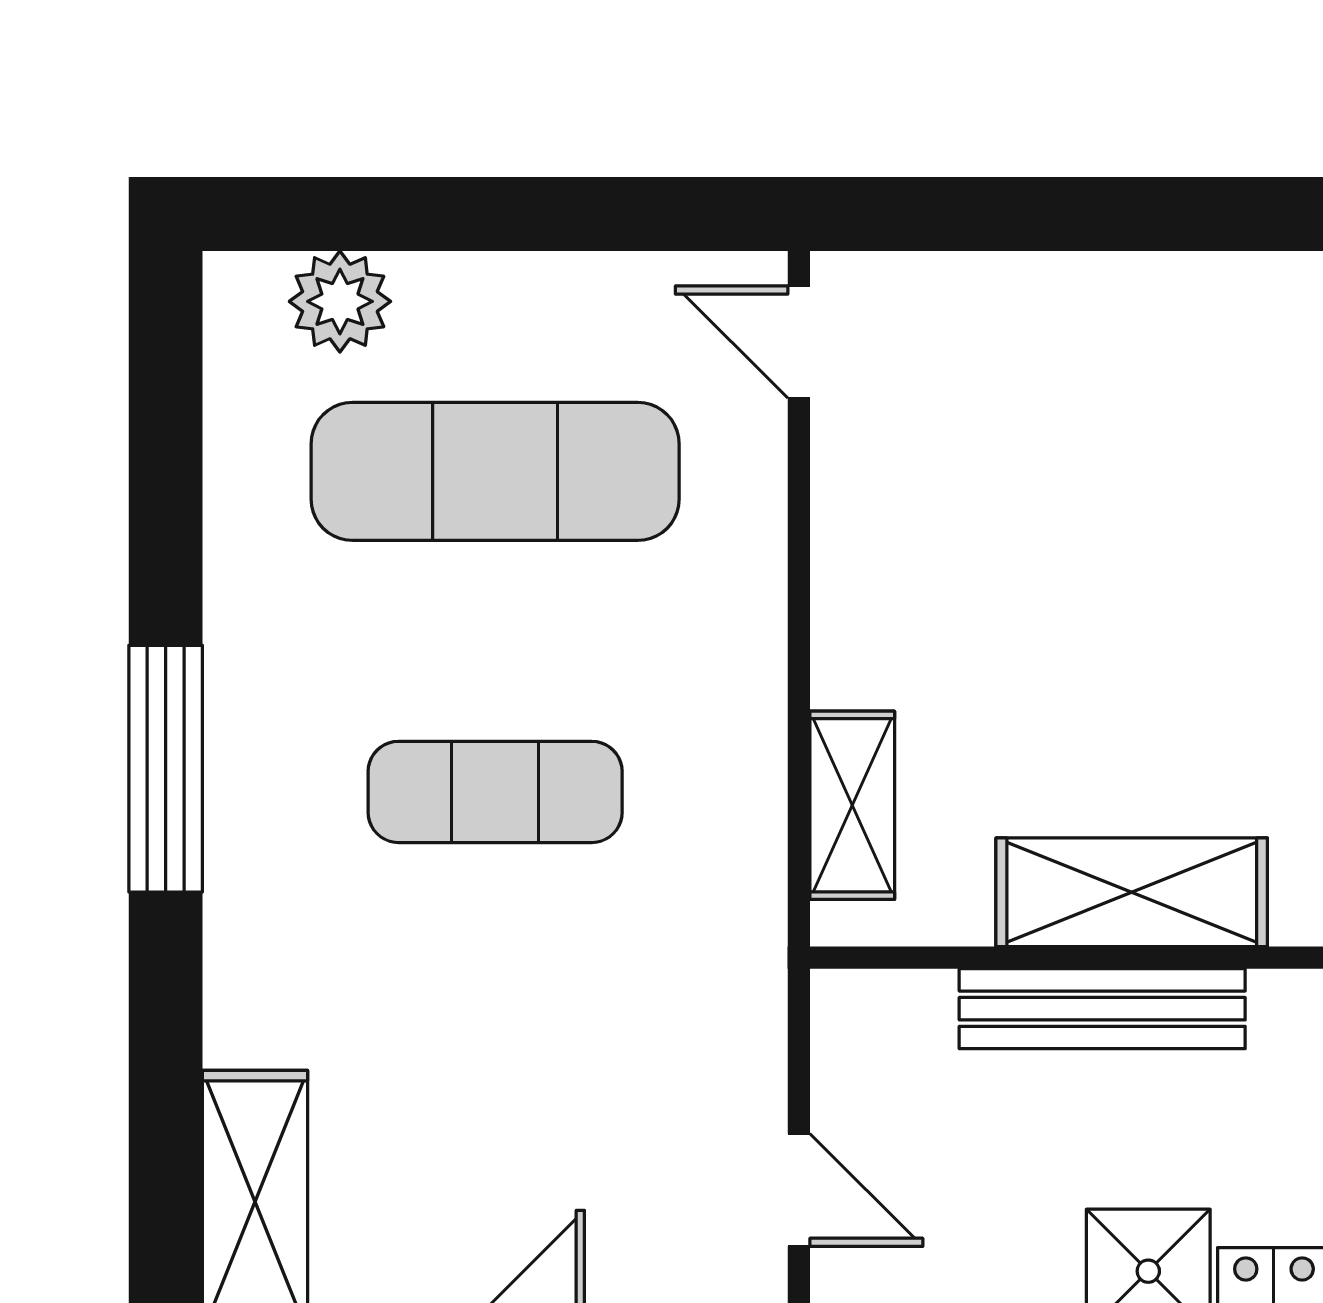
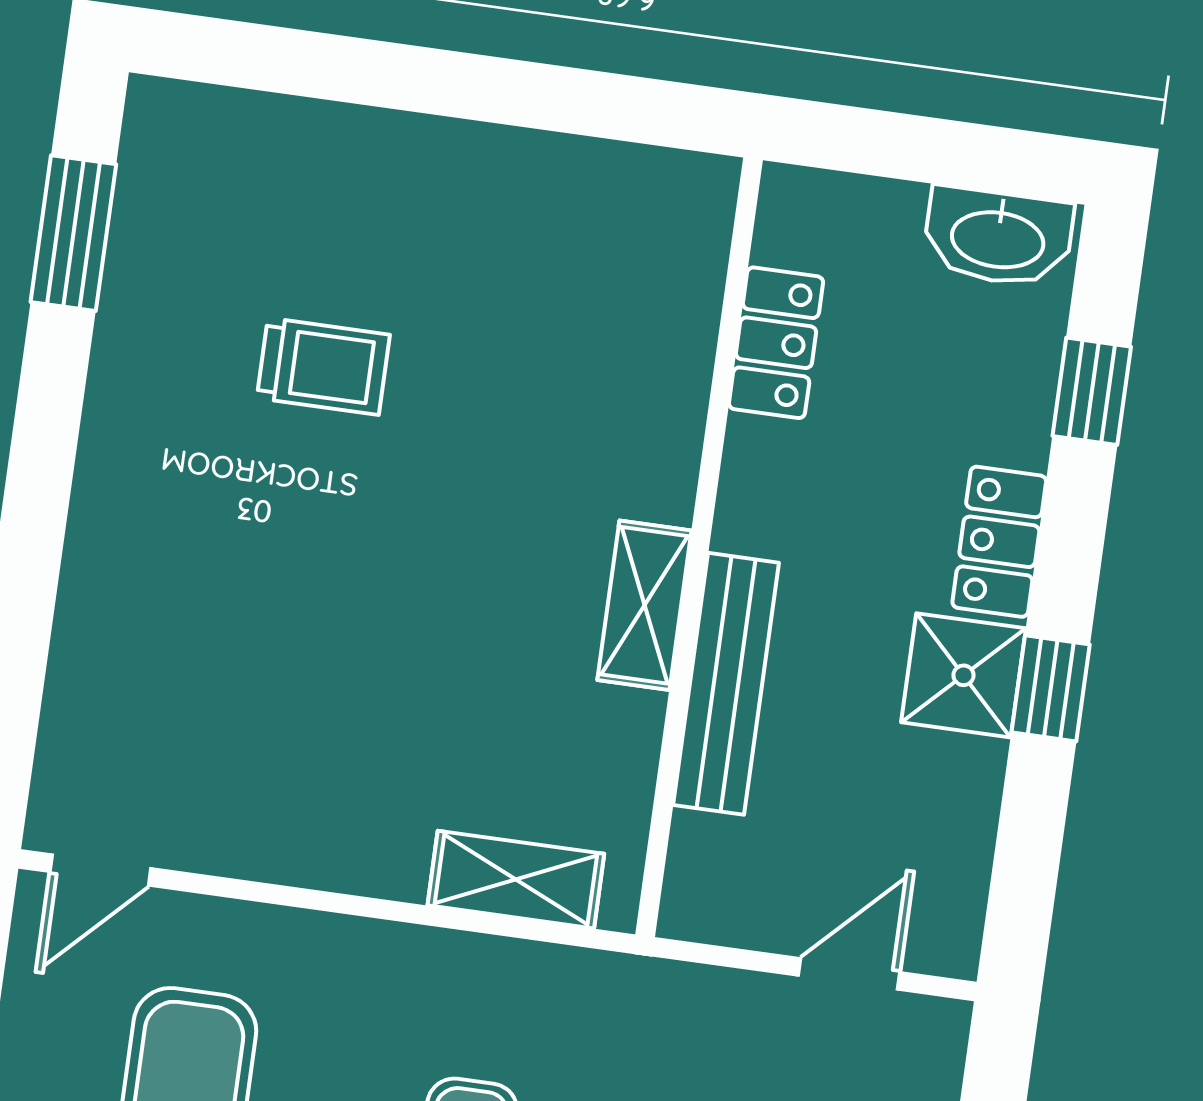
shelving: (1132, 892) -> (644, 605), width x0.67, depth x0.75

